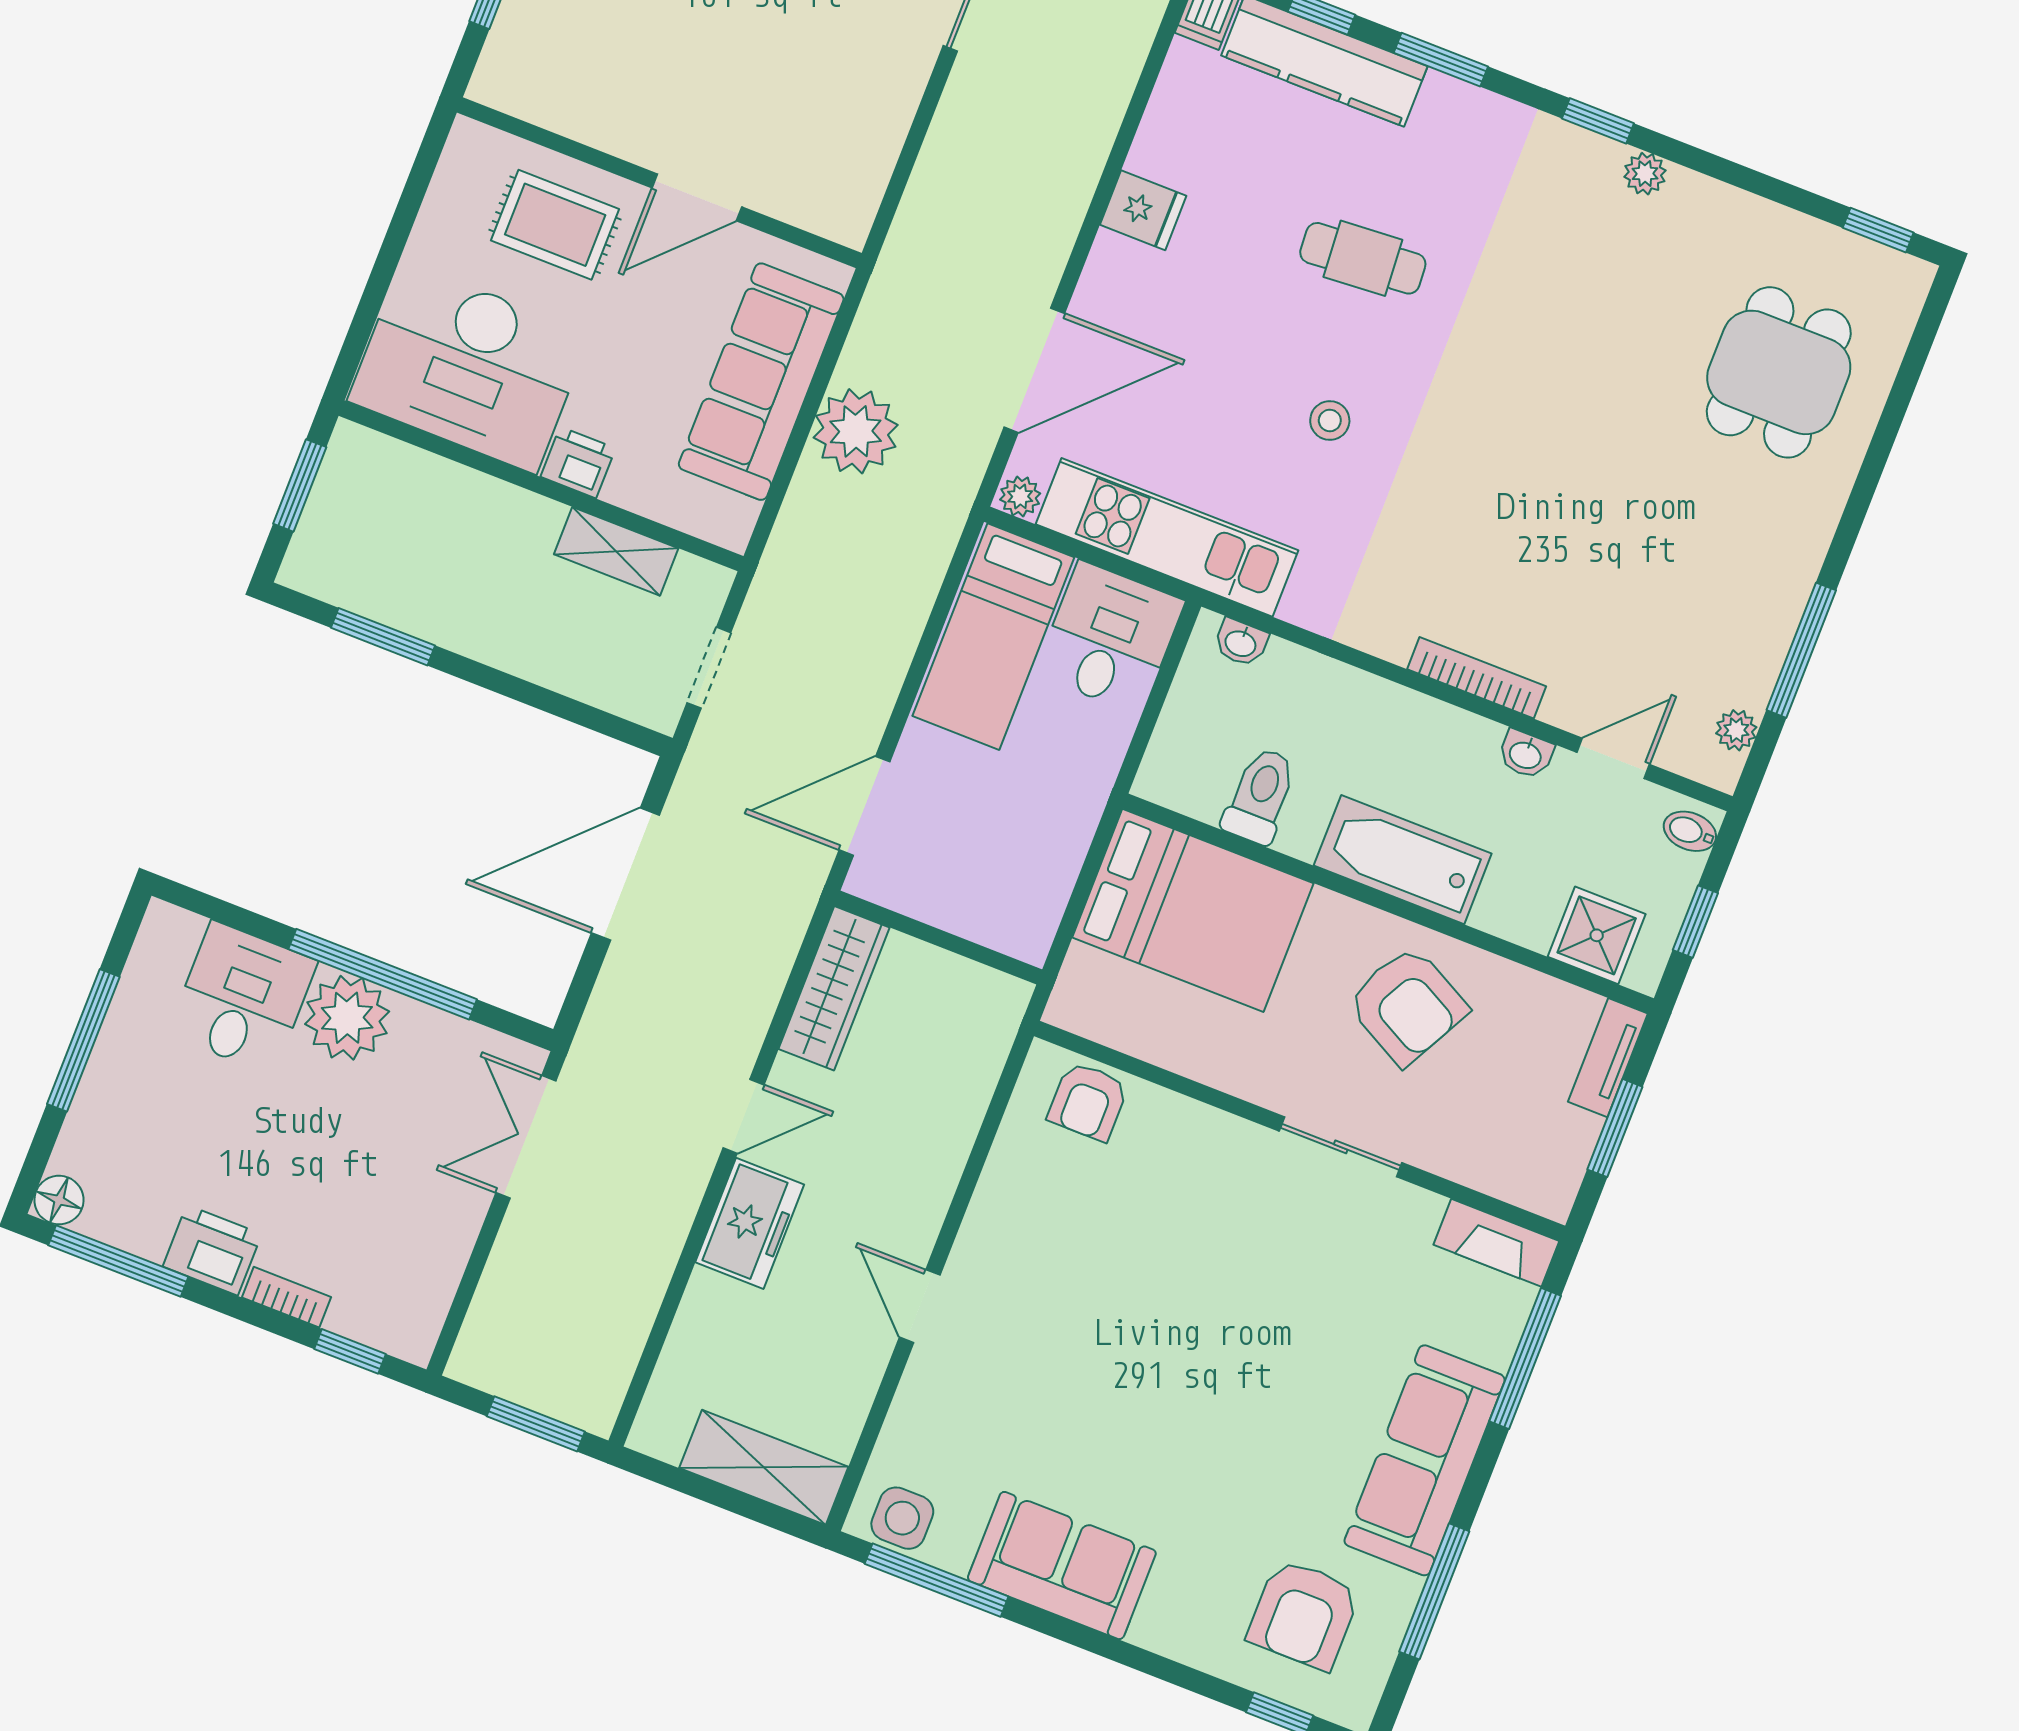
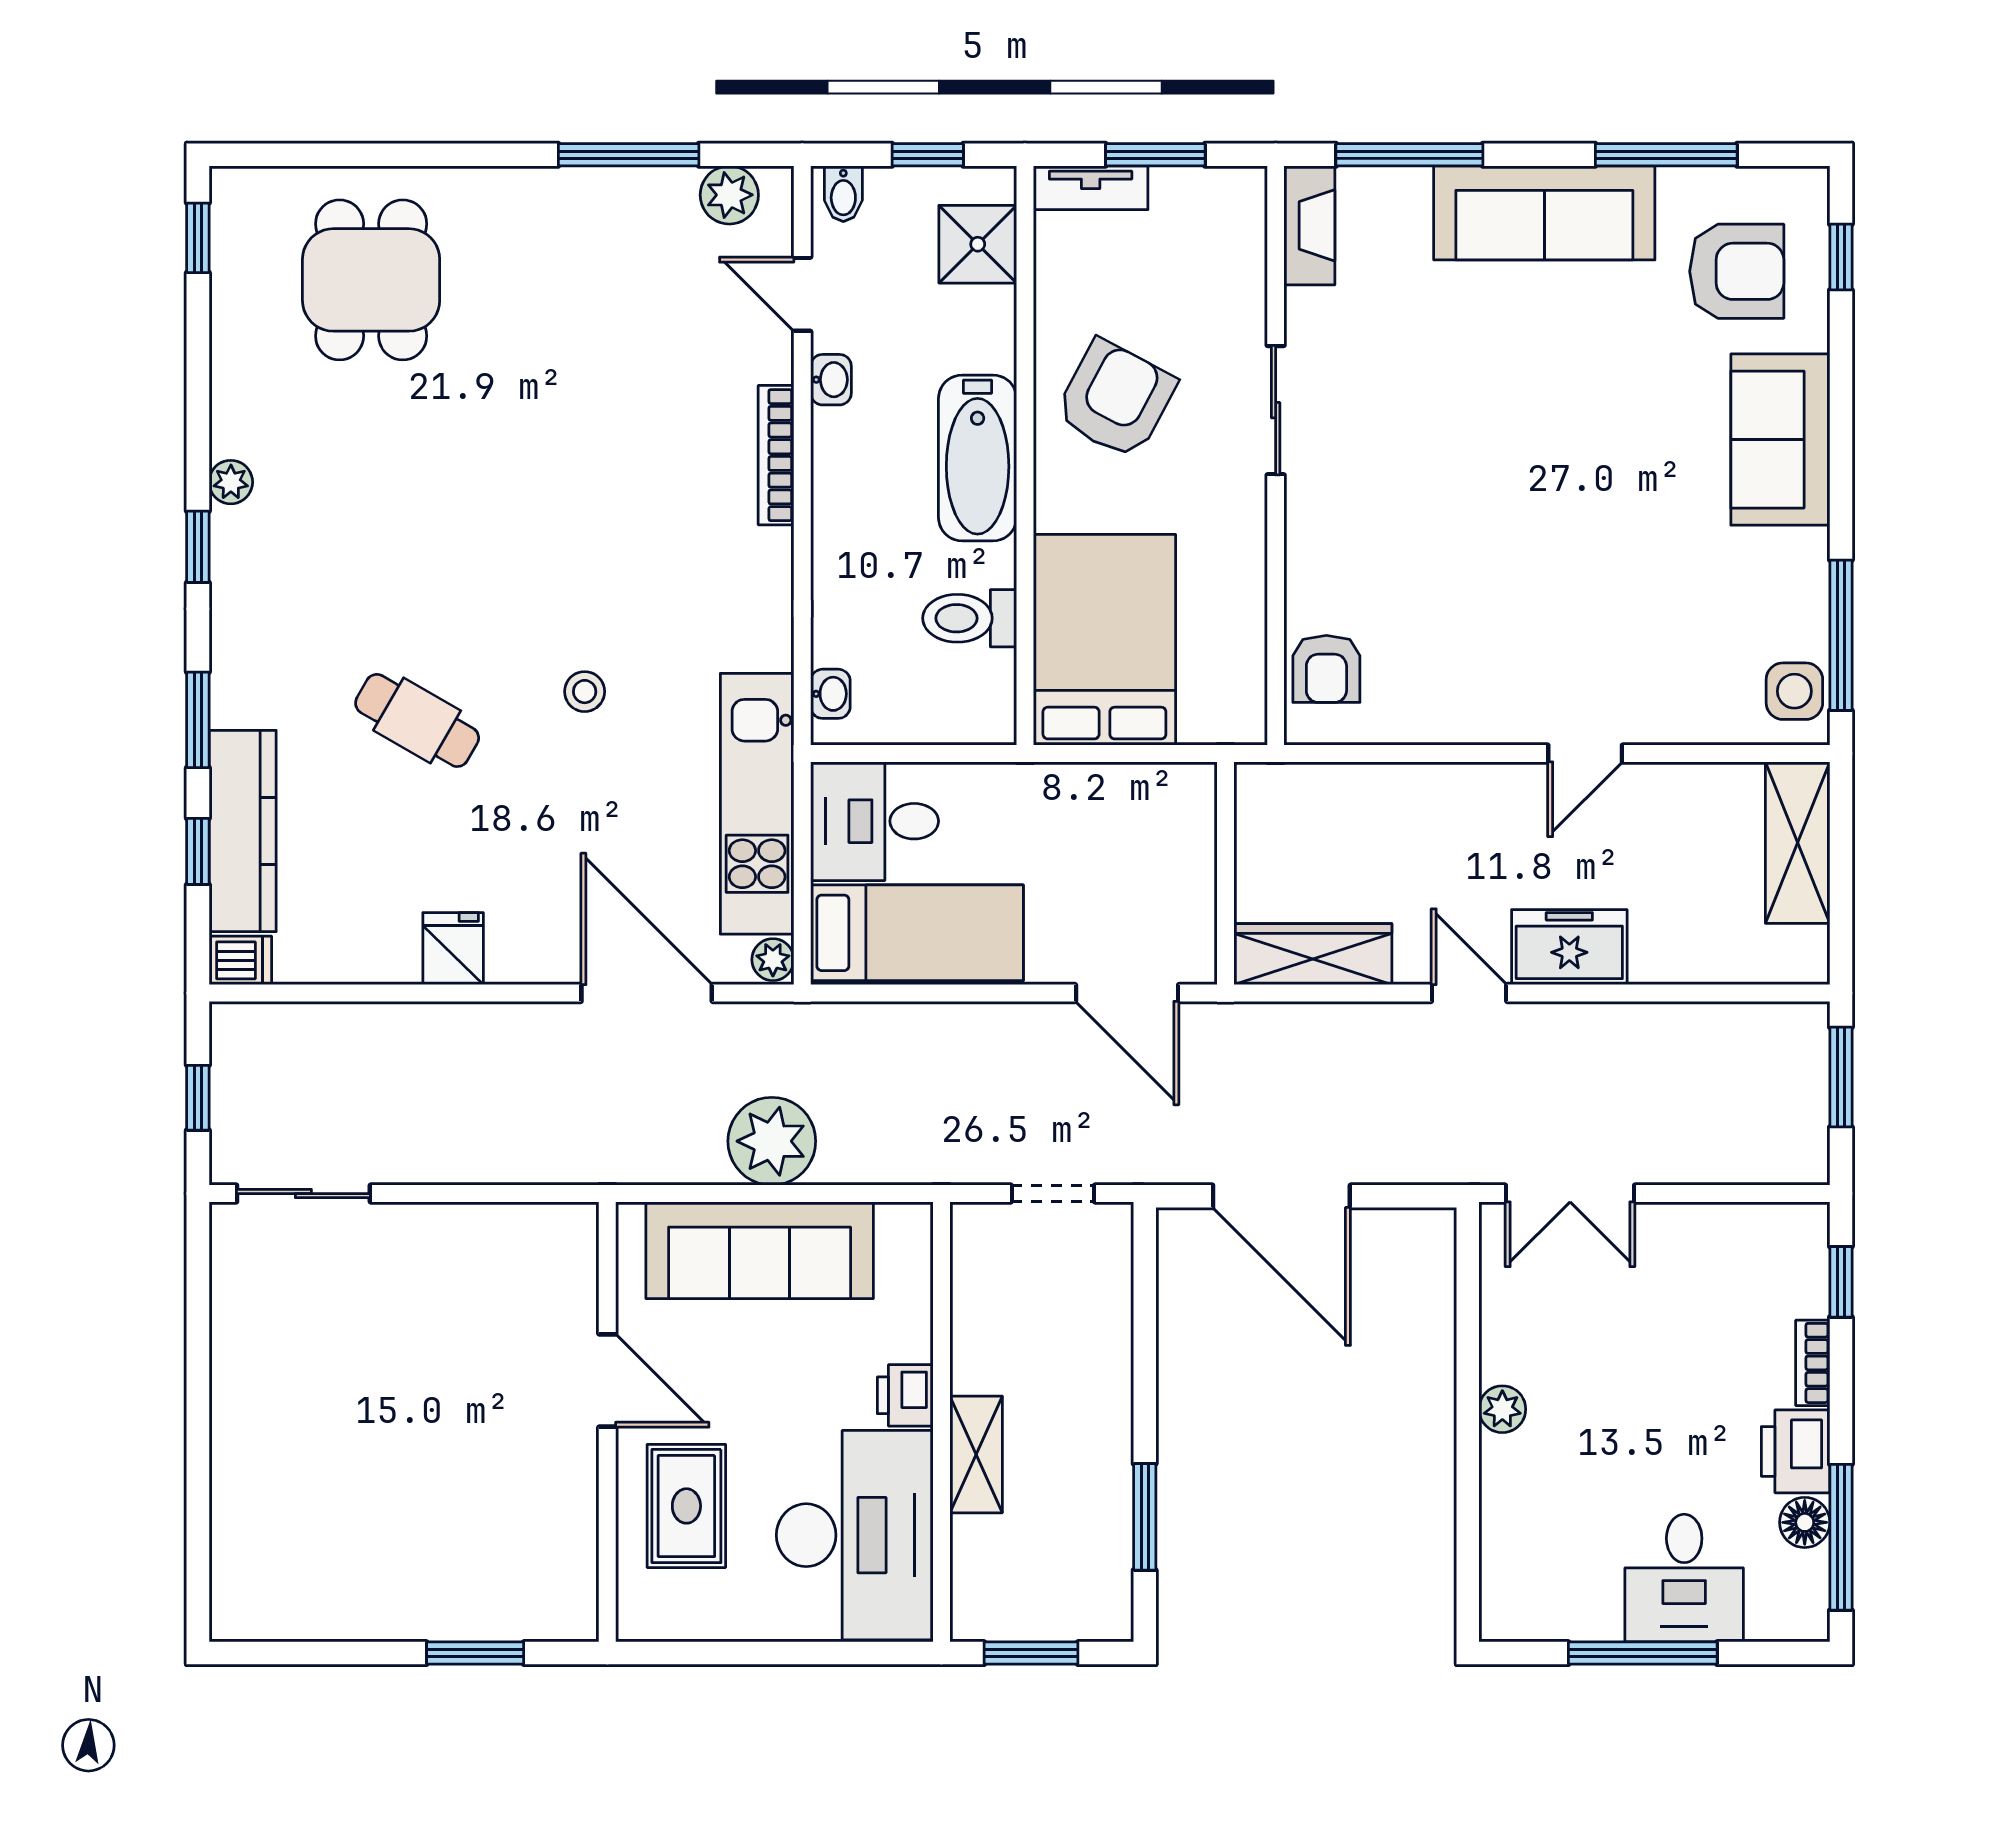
cafe table: (1363, 258) -> (417, 720), turned -56
dining table: (1779, 372) -> (371, 280), turned 90
shelving: (616, 551) -> (976, 1454), moved
plant: (1736, 730) -> (729, 195), width x1.38, depth x1.38
window: (383, 974) -> (1468, 1391), removed
desk: (242, 998) -> (1684, 1578), moved, turned -90
plant: (347, 1018) -> (1502, 1409), width x0.53, depth x0.53
armchair: (1088, 1101) -> (1326, 669), turned 90
floor lamp: (59, 1200) -> (1805, 1522), moved
sofa: (1062, 1566) -> (1780, 440), moved

